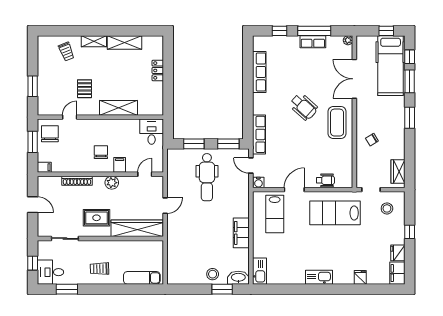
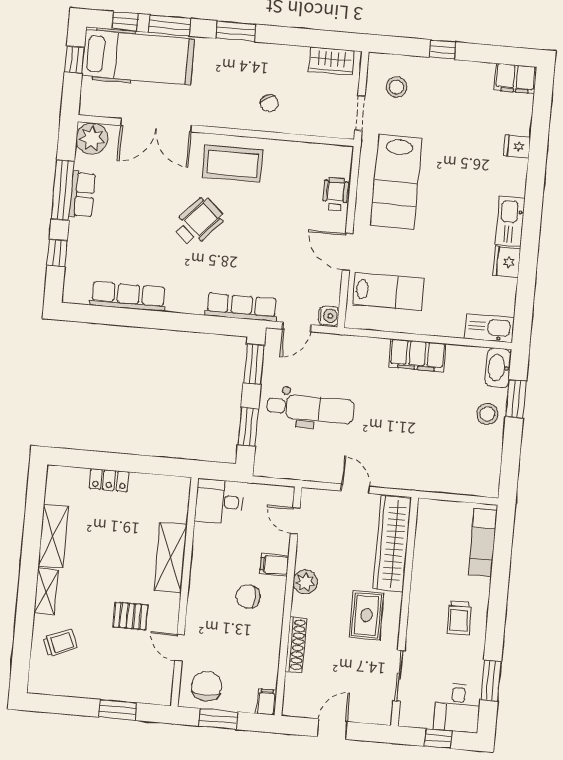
plant: (348, 40) -> (92, 139), width x1.88, depth x1.88
chair: (50, 134) -> (207, 686), turned 90
fridge: (398, 253) -> (507, 262), moved, turned 90

